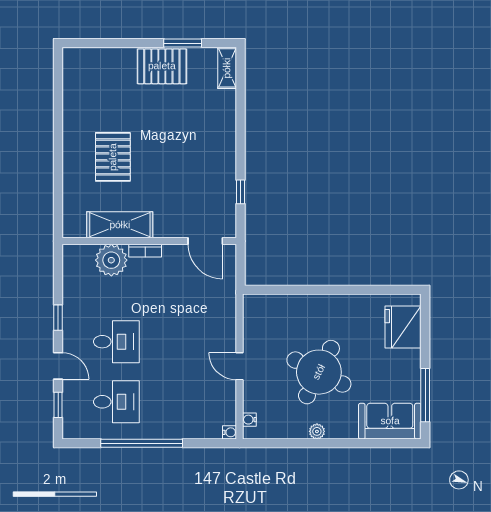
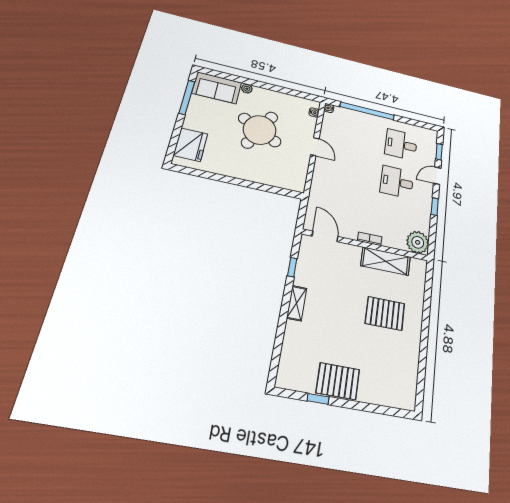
window: (183, 43) -> (318, 399), width x0.67
shelving: (227, 68) -> (297, 303), moved
pallet: (113, 157) -> (385, 313), turned 90
plant: (111, 260) -> (418, 242), moved
door: (58, 366) -> (437, 176), hinge flipped
plant: (317, 431) -> (247, 89), moved
window: (142, 443) -> (367, 111), moved

